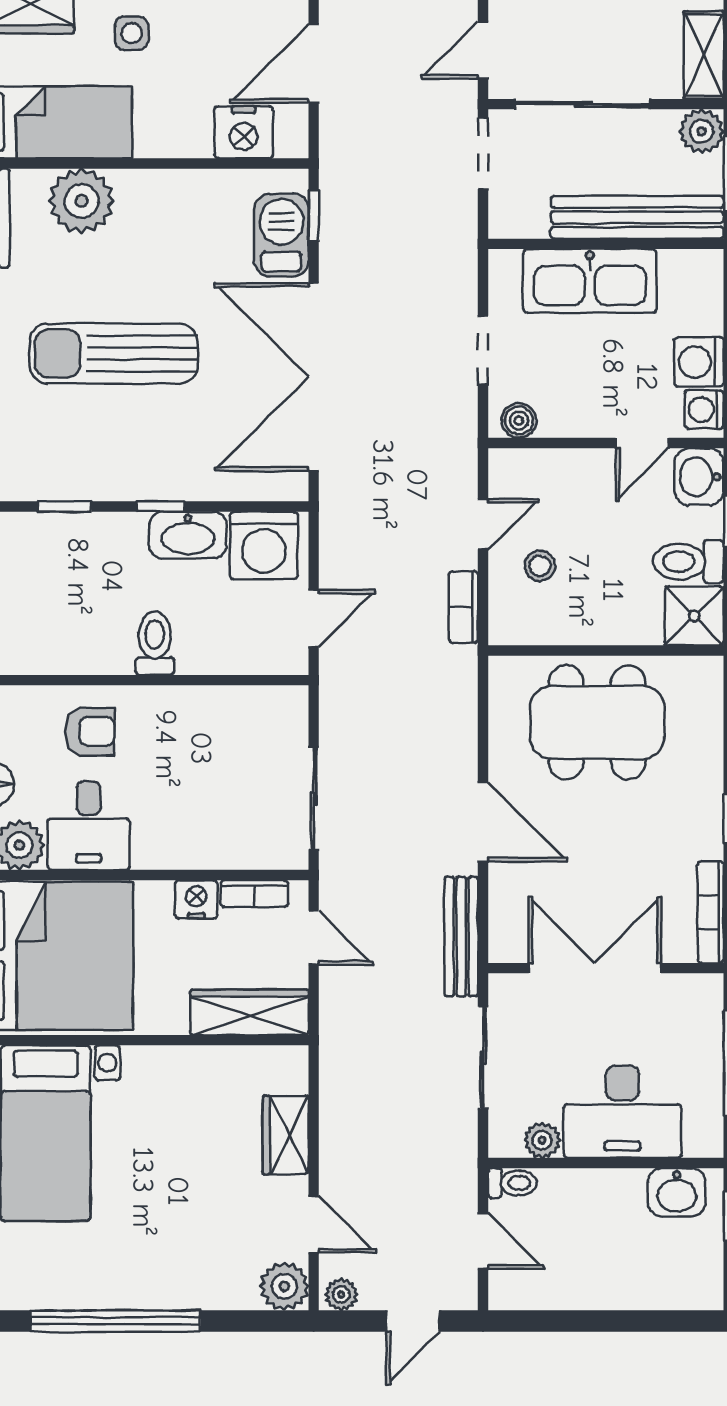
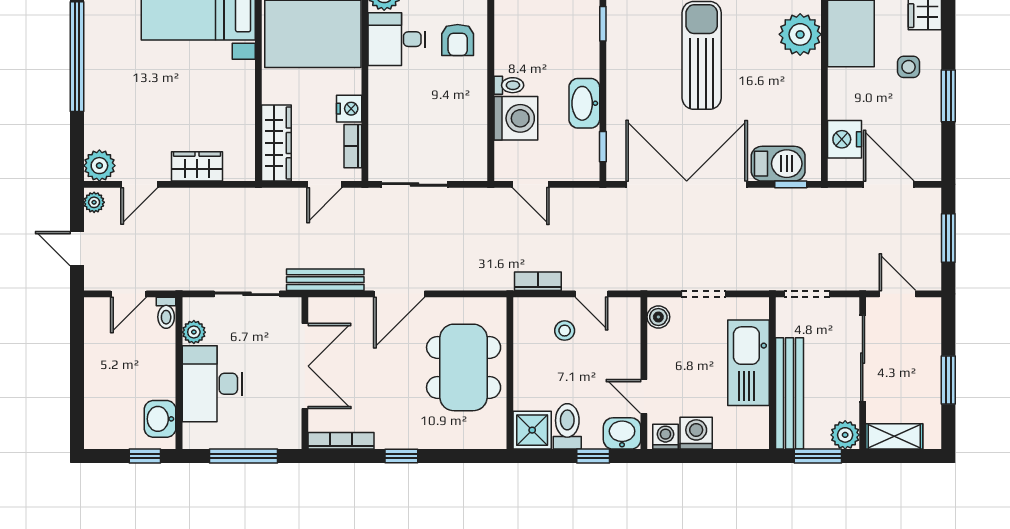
doorway: (483, 154) -> (807, 294), moved
window: (160, 507) -> (603, 147), moved
washing machine: (264, 545) -> (516, 118), moved, turned 180
toilet: (155, 643) -> (509, 85), width x0.73, depth x0.72

